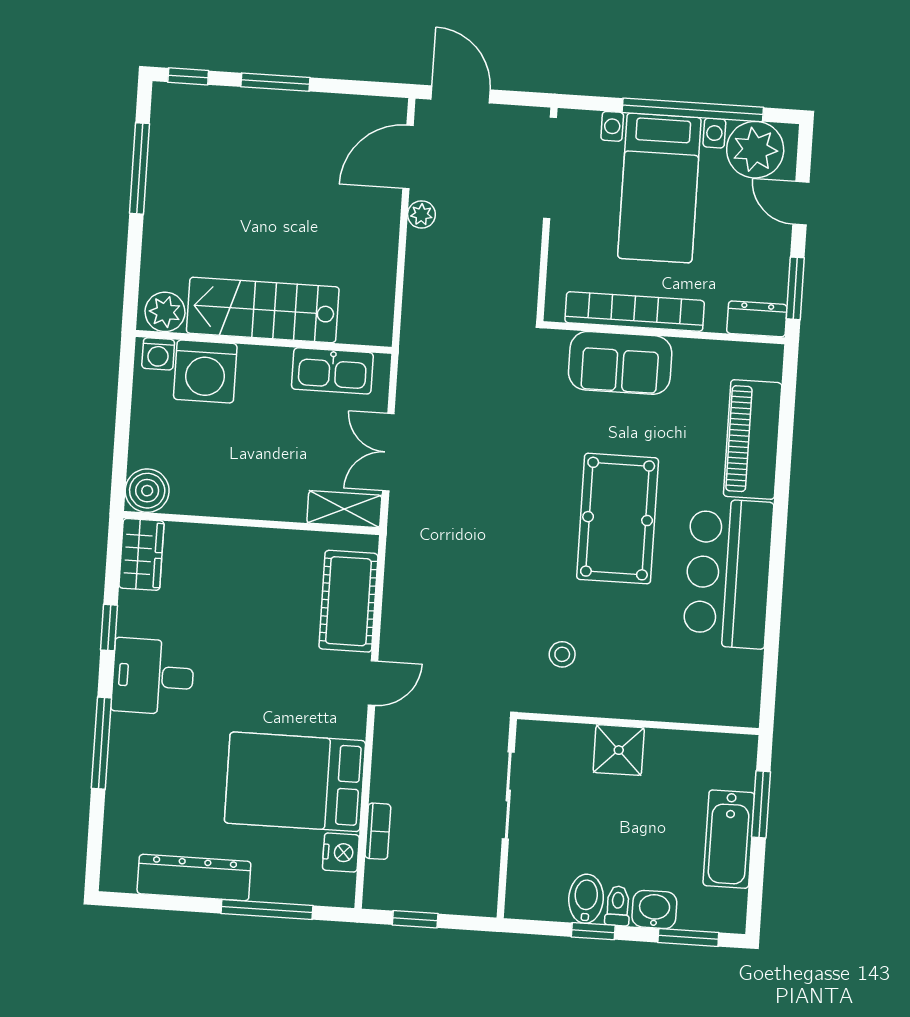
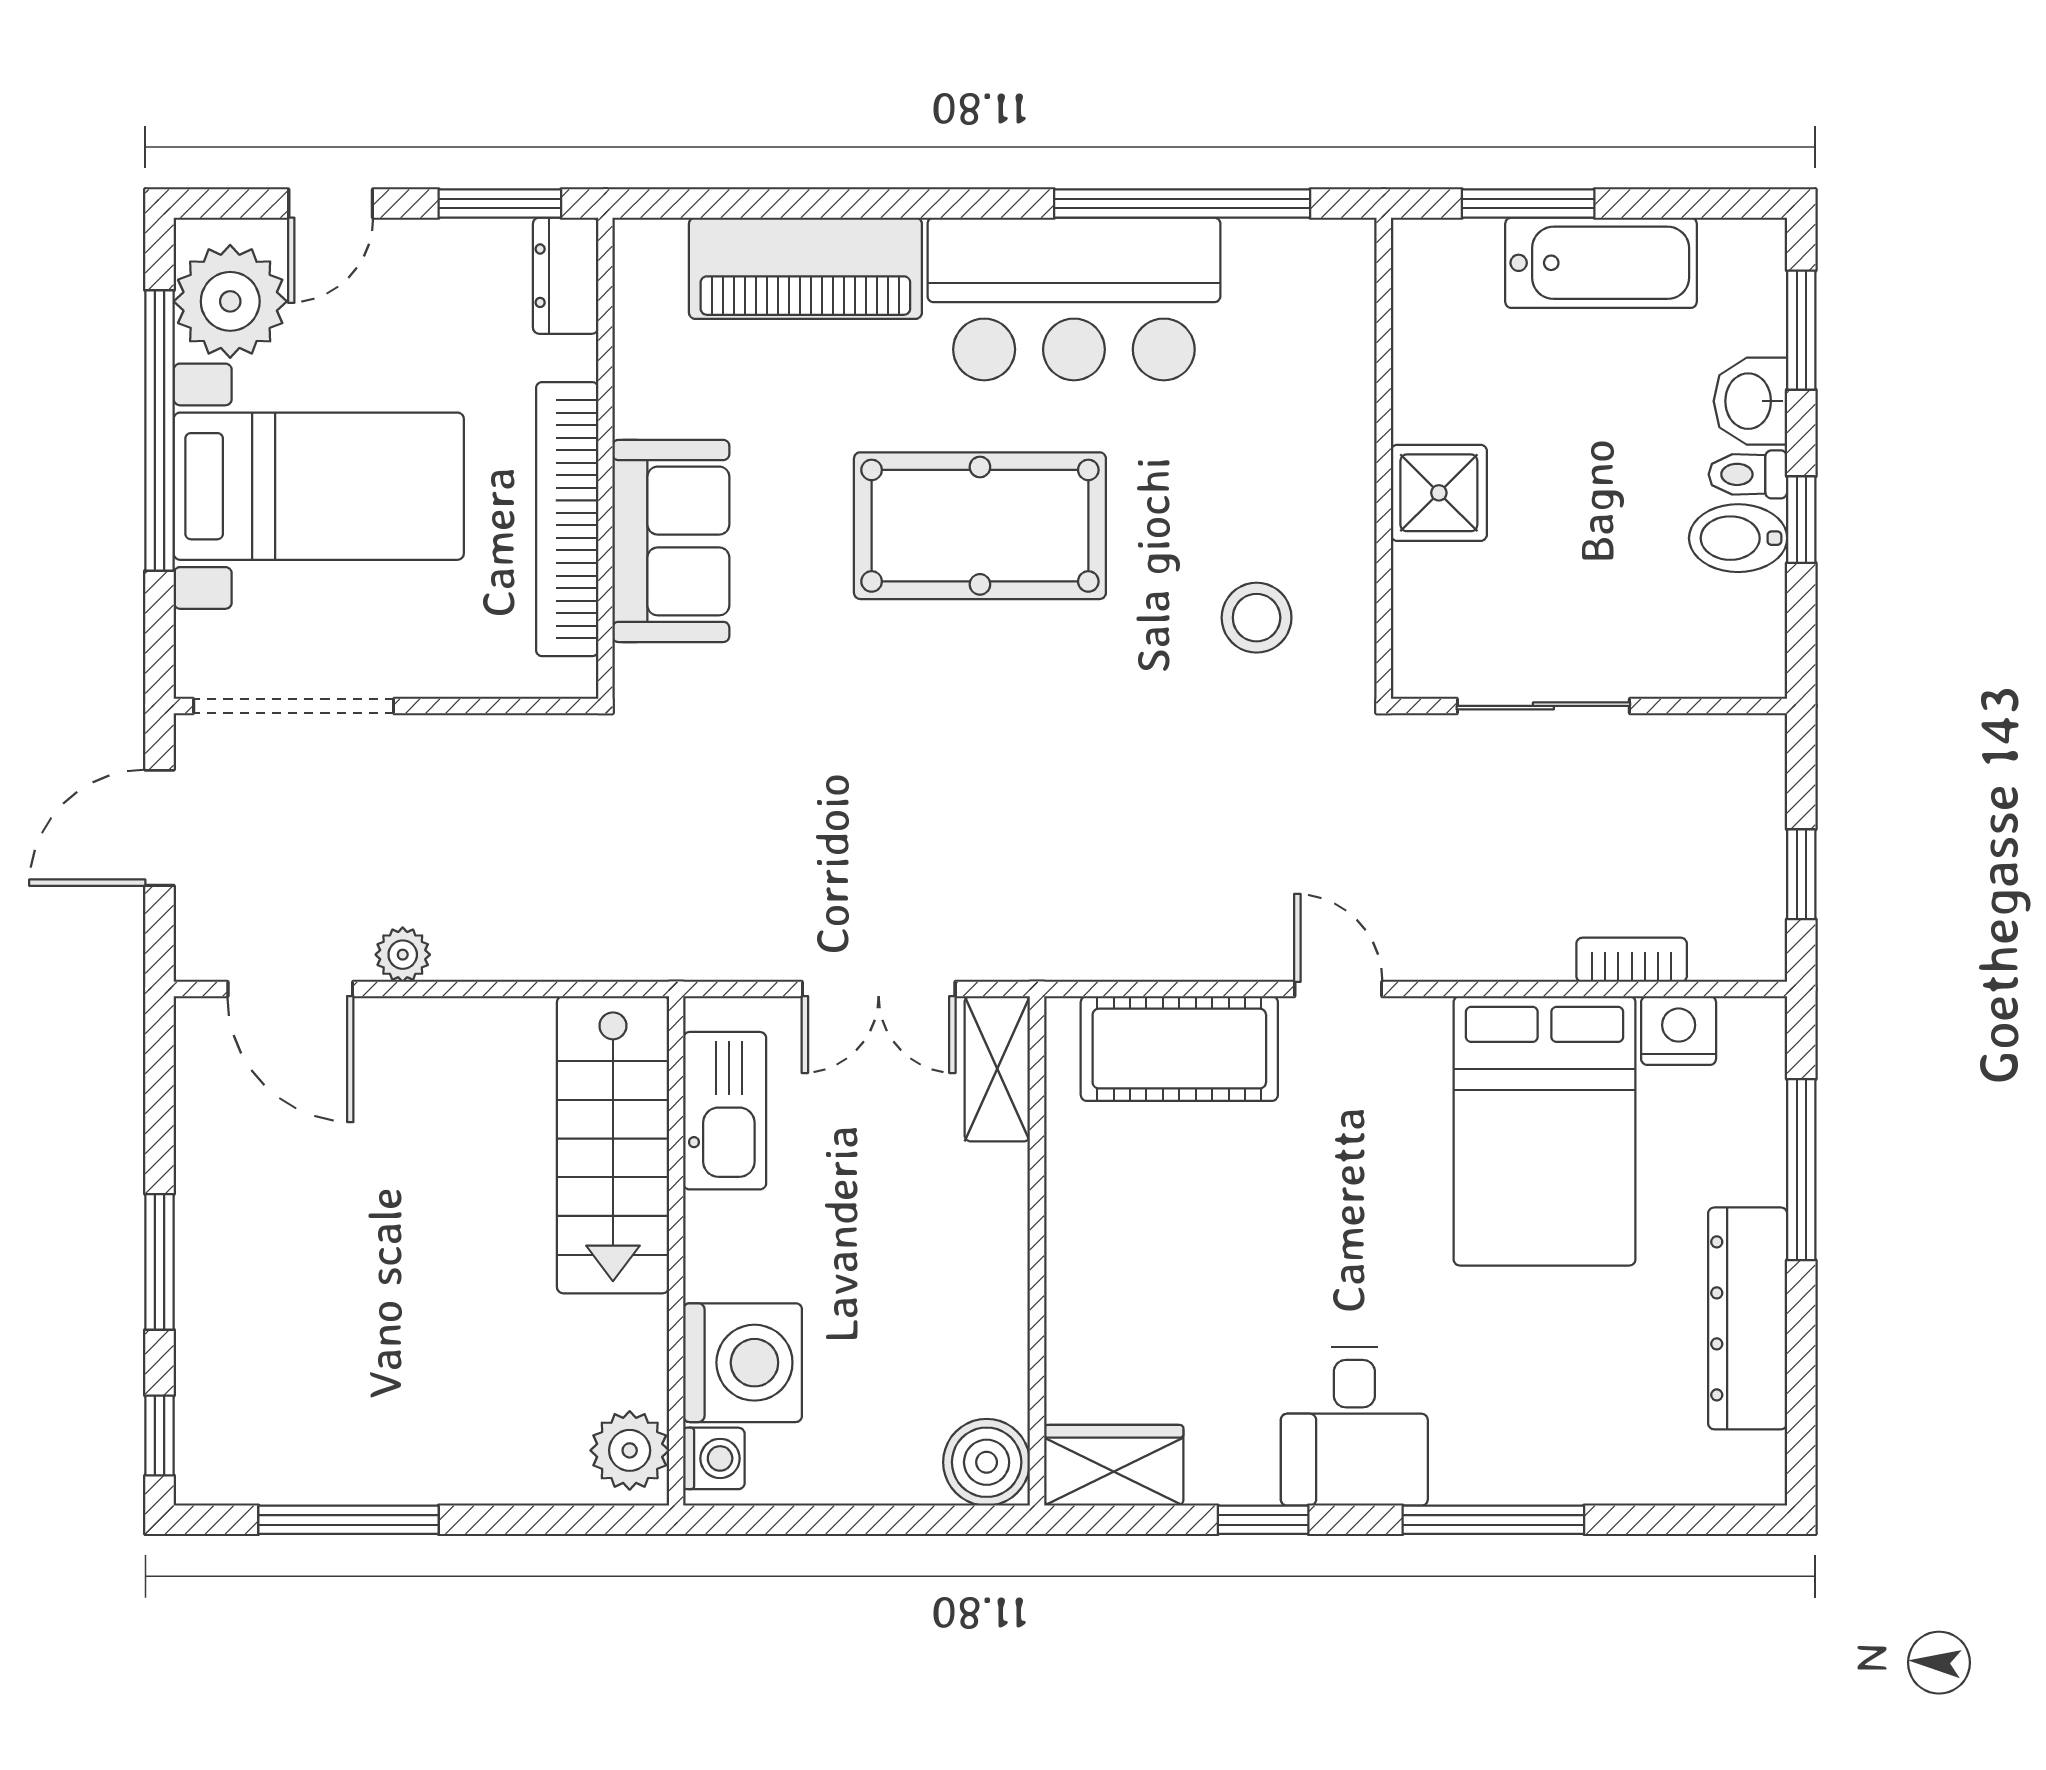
door: (461, 94) -> (160, 828), moved
stairs: (263, 310) -> (613, 1145), moved
window: (773, 631) -> (1182, 203), added
stool: (562, 654) -> (1257, 618), width x1.37, depth x1.37

